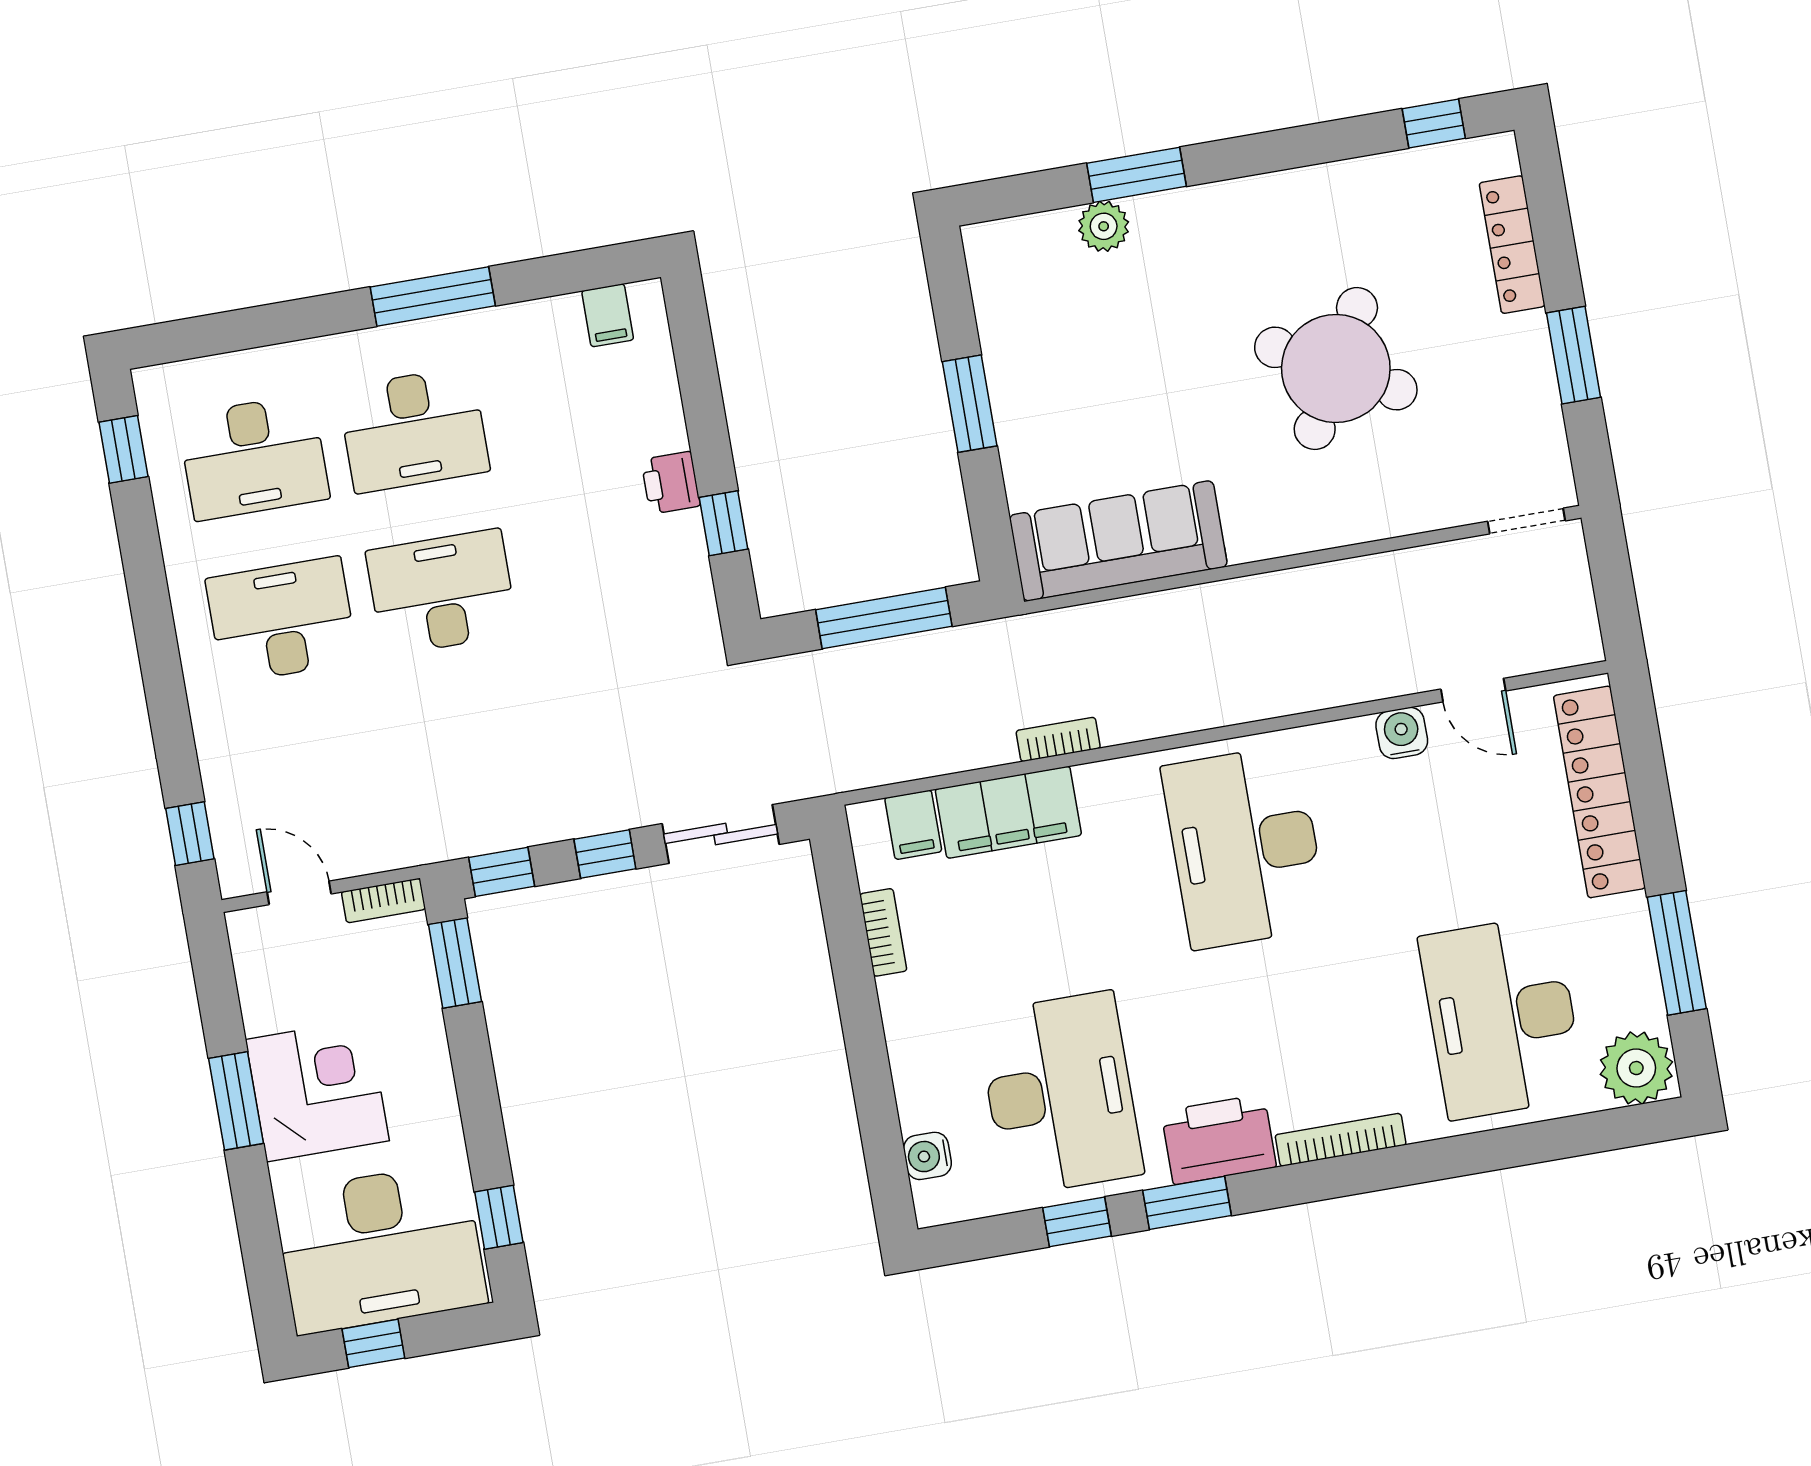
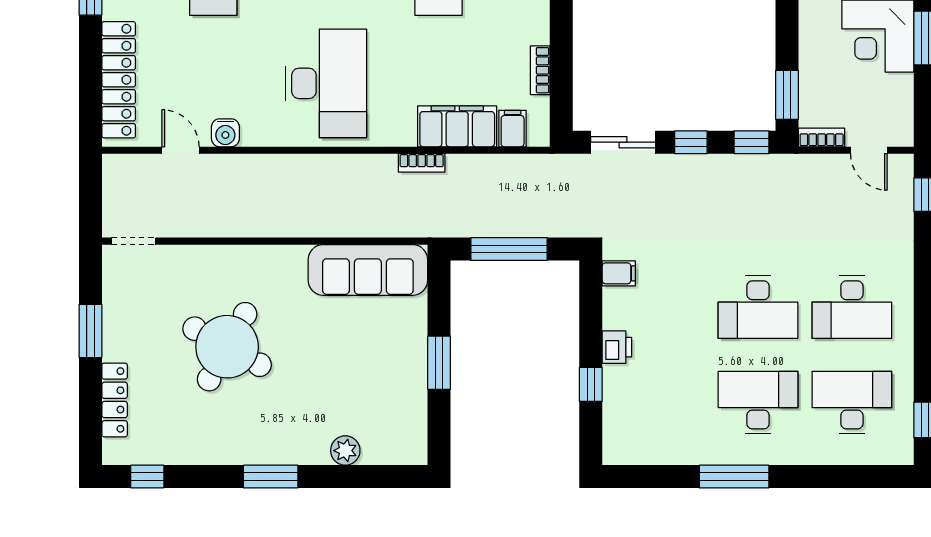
window: (1136, 175) -> (271, 477), moved
filing cabinet: (608, 315) -> (619, 273), moved, turned 90
window: (724, 523) -> (591, 384), moved

